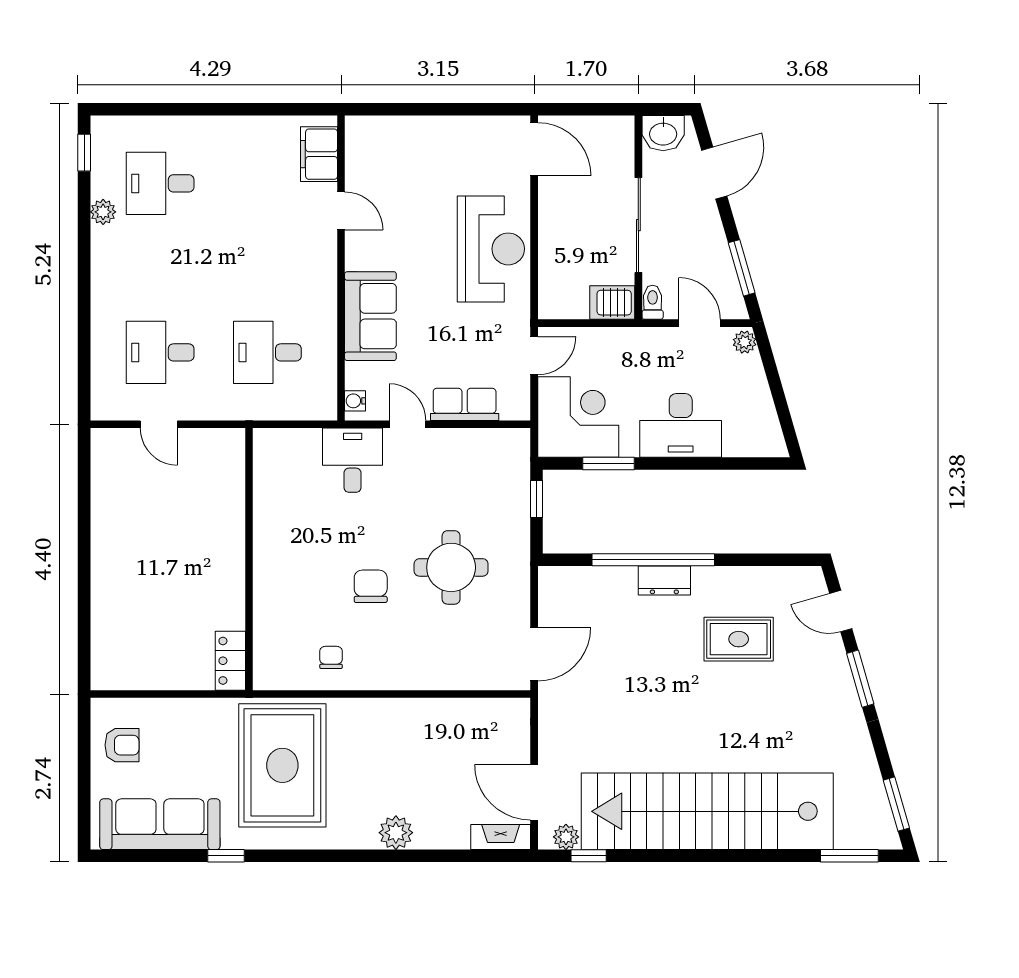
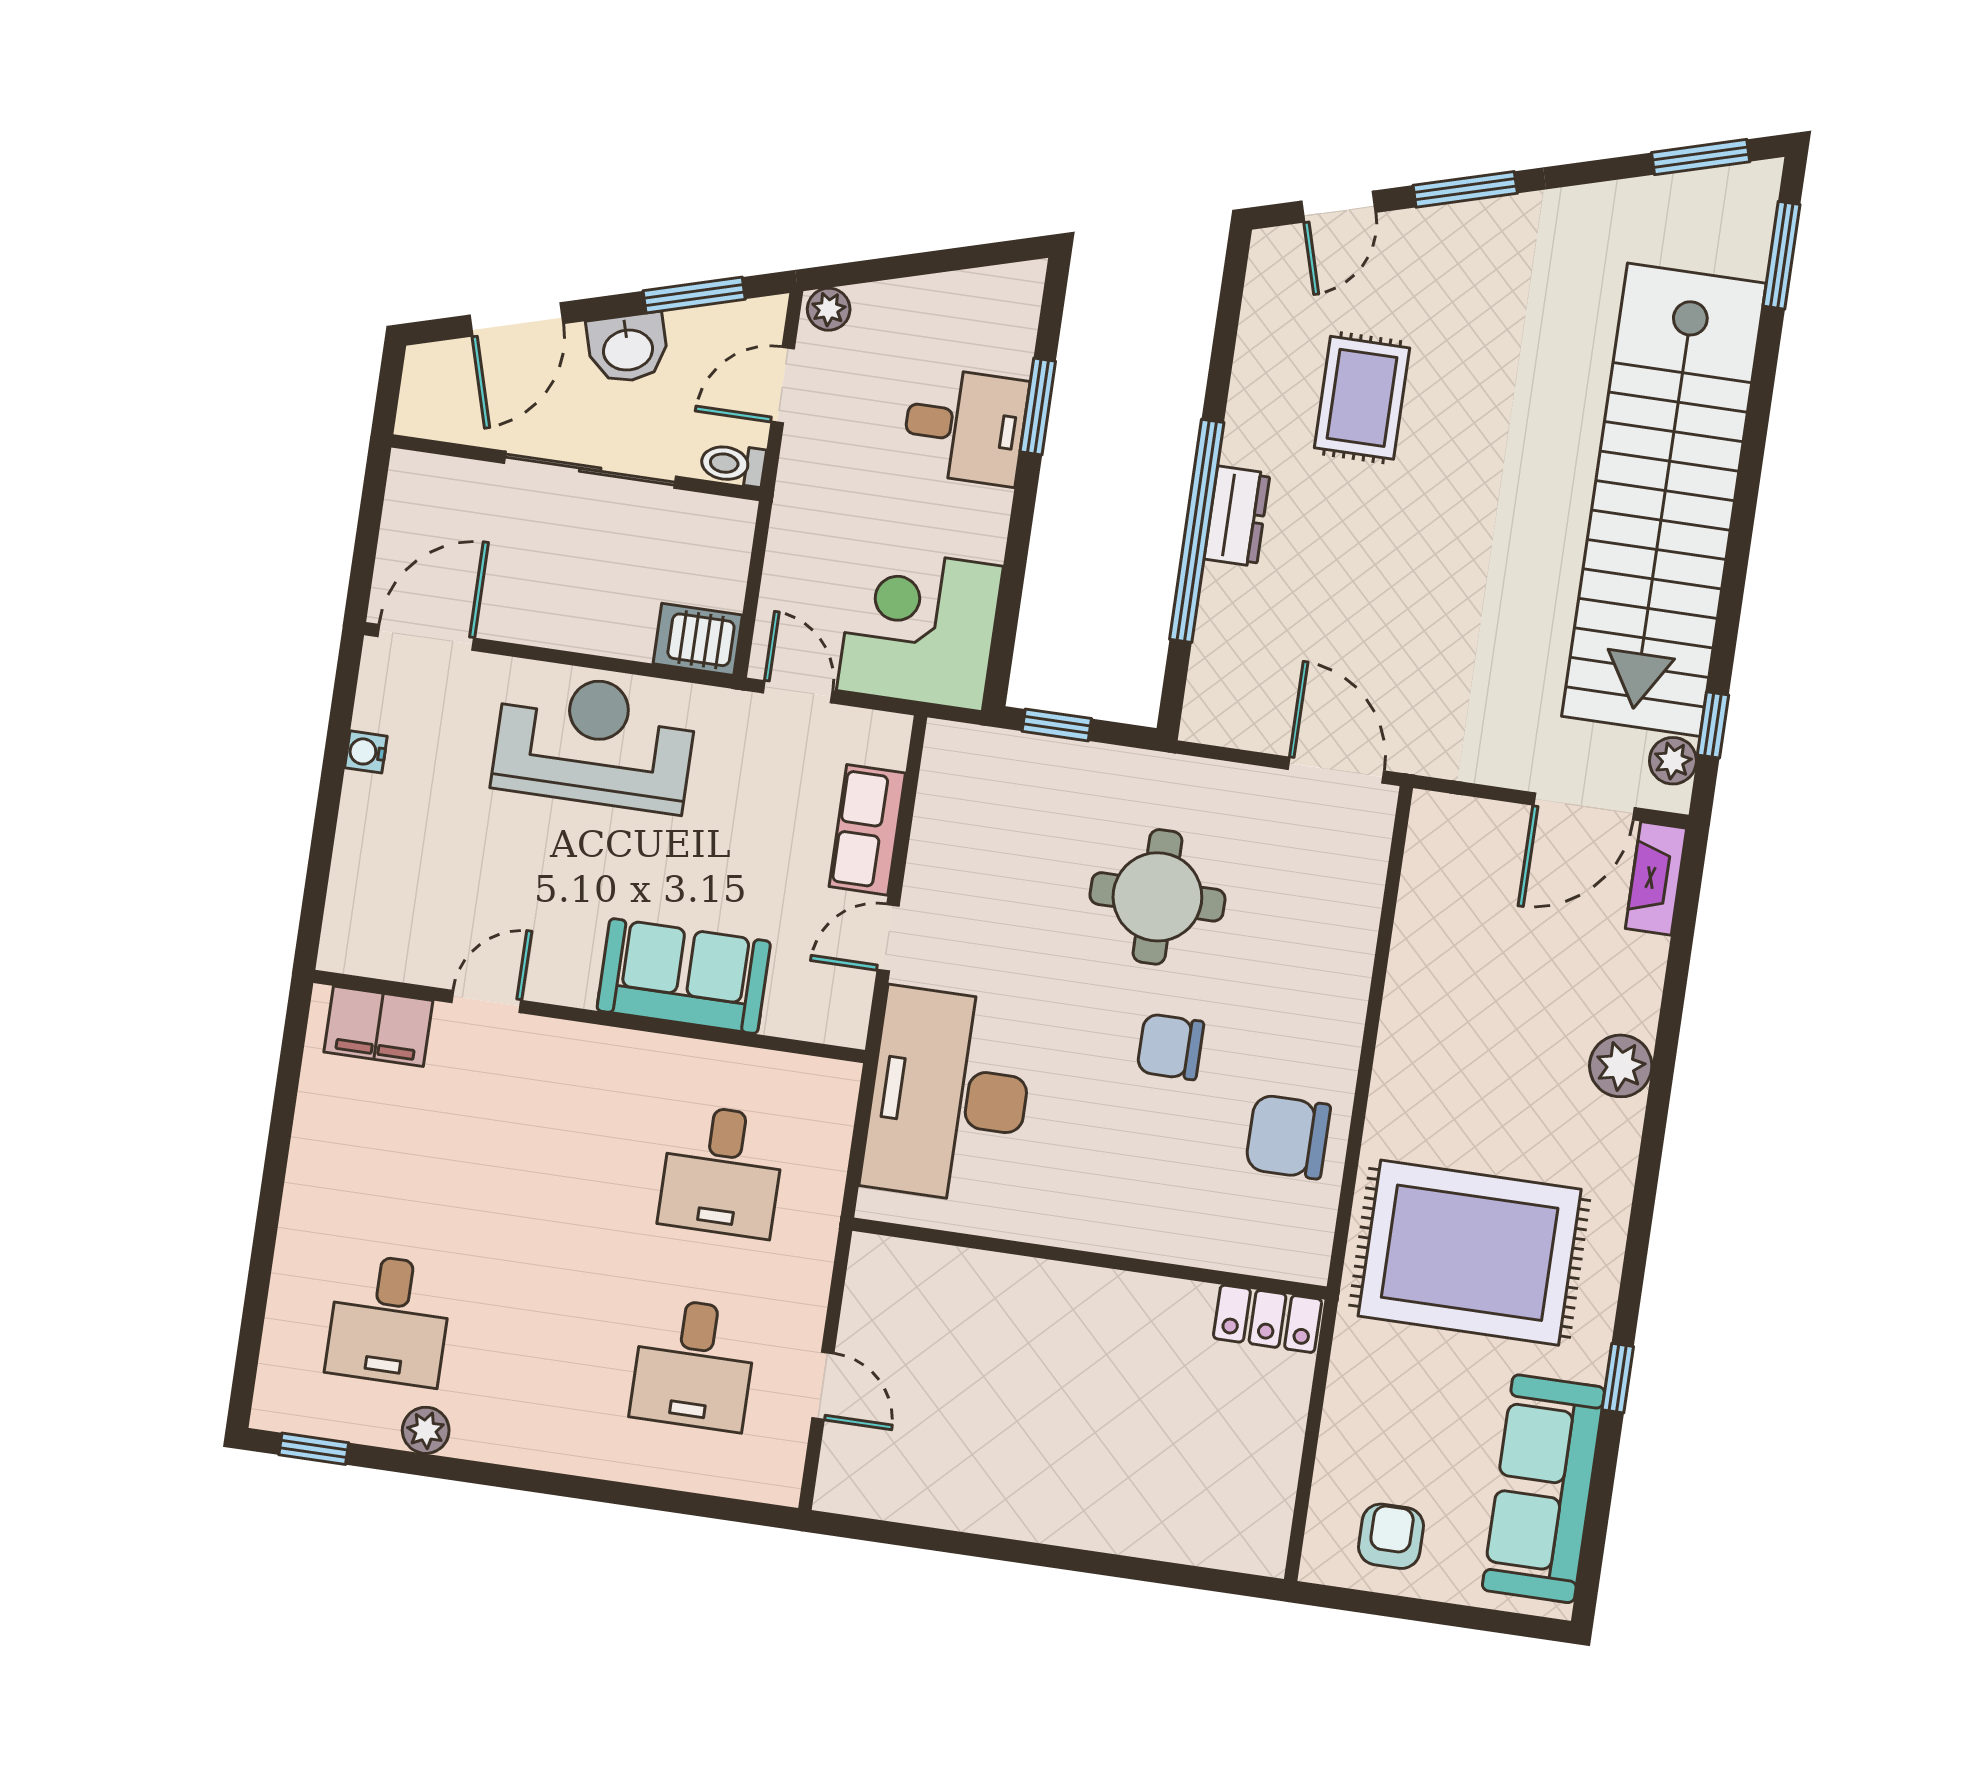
washbasin: (663, 133) -> (628, 348), moved, turned 74
door: (714, 173) -> (516, 319), swing flipped
server rack: (612, 303) -> (698, 639), moved, turned 90
water cooler: (355, 401) -> (366, 752), moved, turned 90
door: (159, 424) -> (823, 1386), hinge flipped
desk: (681, 425) -> (965, 426), width x0.73
desk: (353, 460) -> (949, 1096), width x1.87, depth x1.30
window: (609, 463) -> (1038, 407), moved
chair: (331, 657) -> (1288, 1137), width x1.87, depth x1.87

